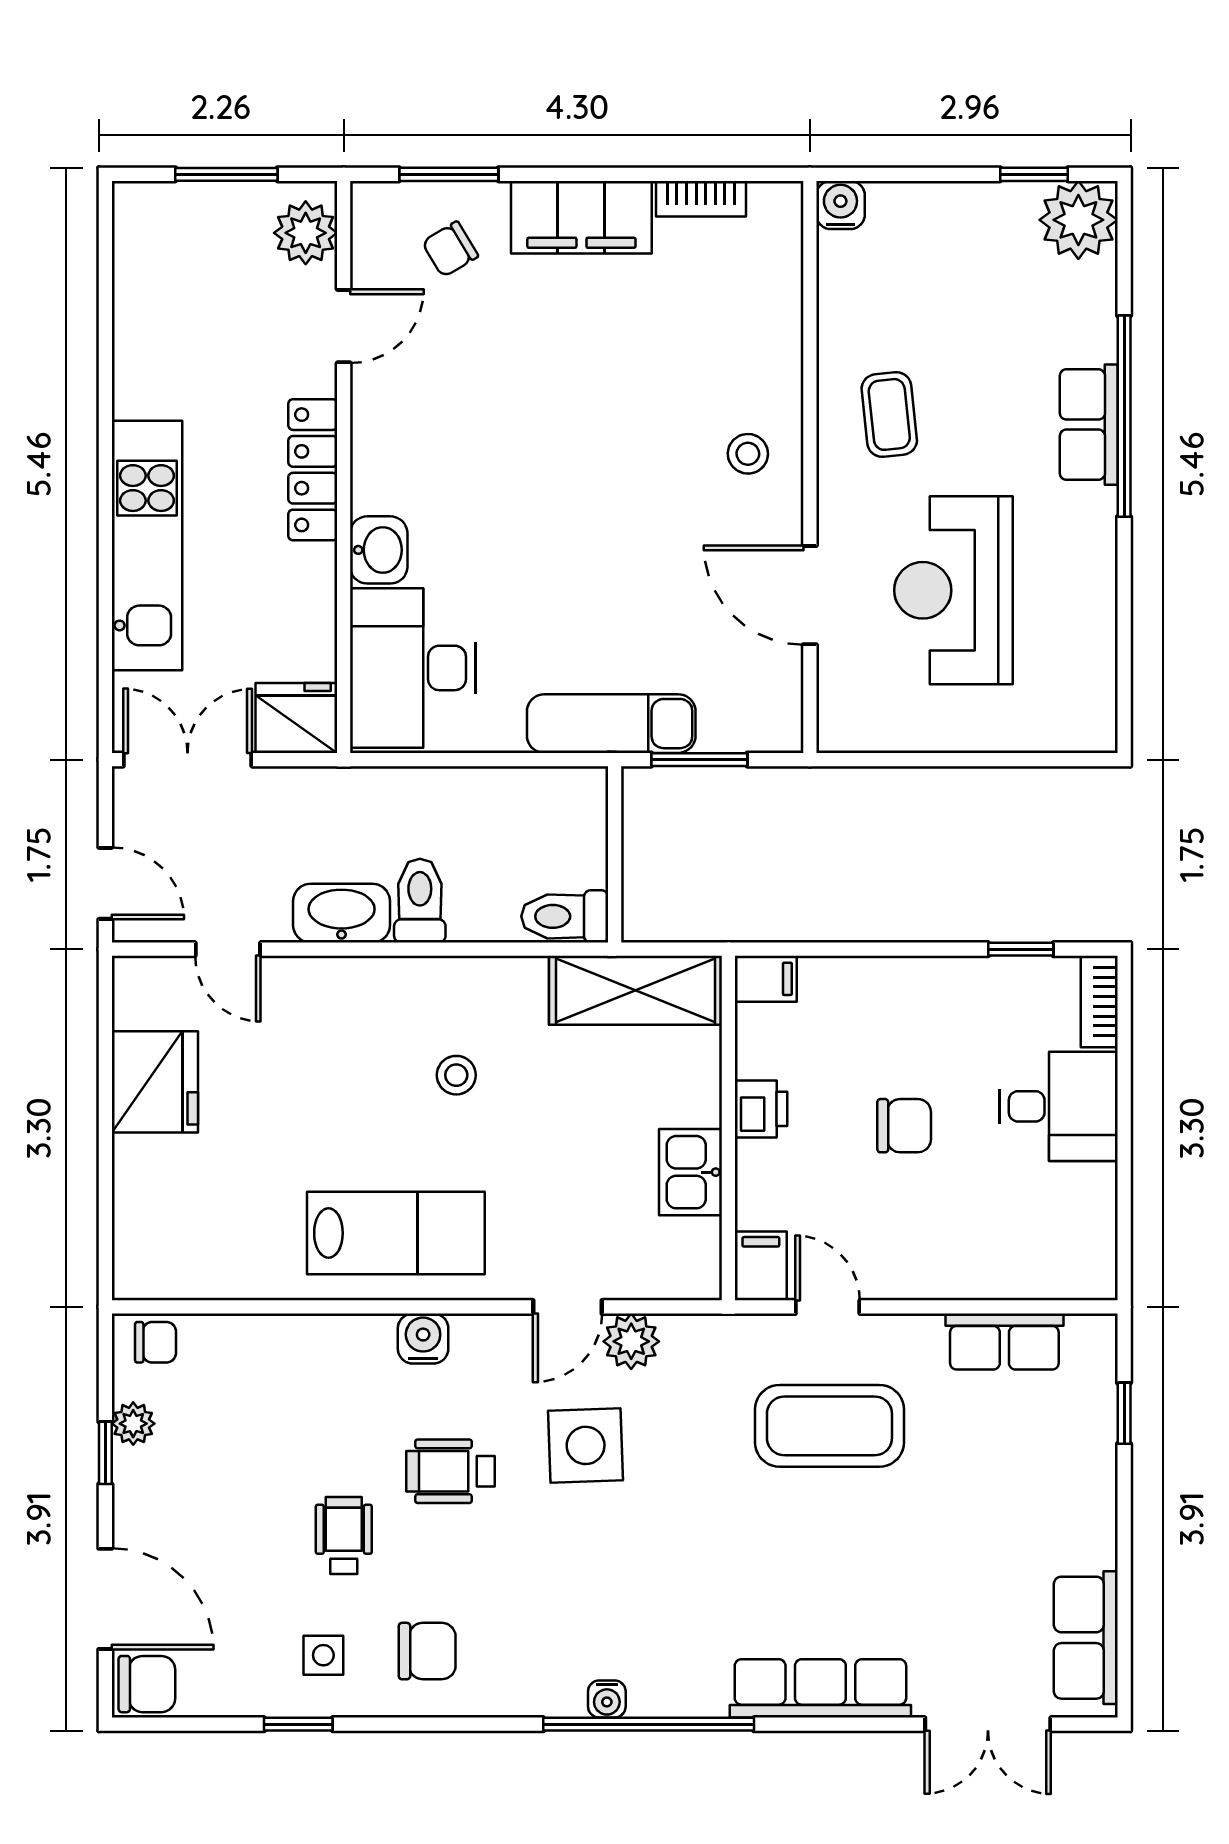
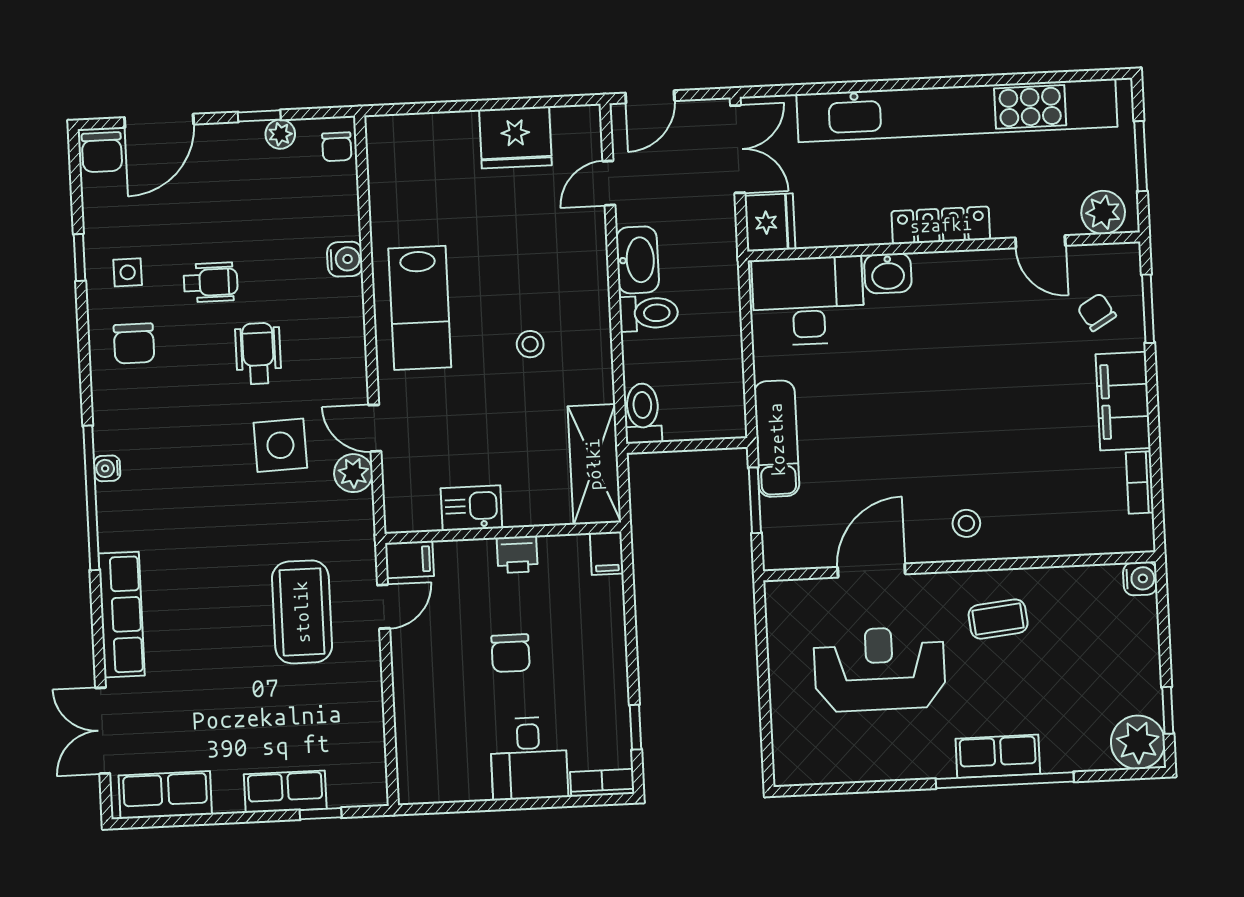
kitchen unit: (147, 546) -> (957, 110), width x1.86
water cooler: (423, 1339) -> (345, 259), moved
row of seats: (1004, 1342) -> (285, 792), moved, turned 90

